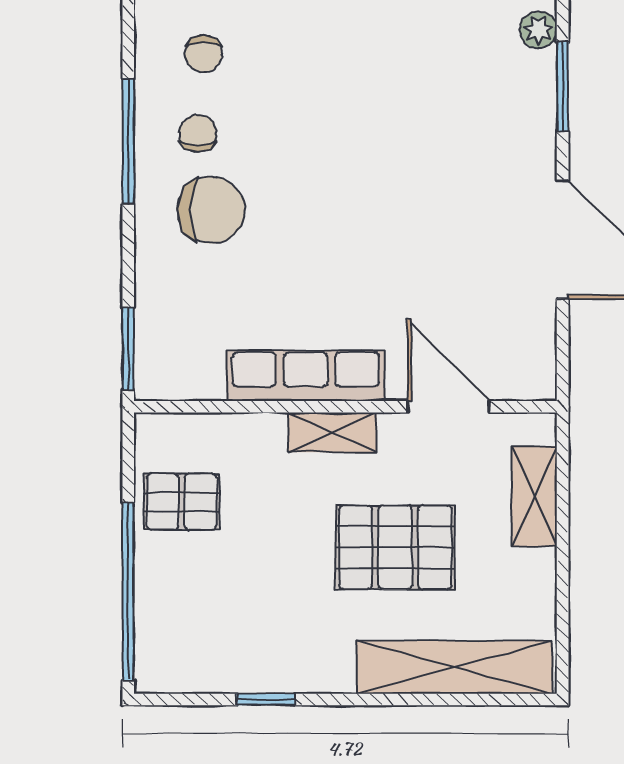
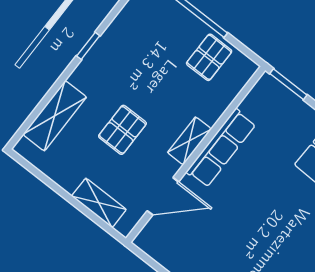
pallet: (395, 547) -> (122, 130), width x0.67, depth x0.71
shelving: (454, 667) -> (55, 116), width x0.68
window: (266, 699) -> (88, 46), moved

